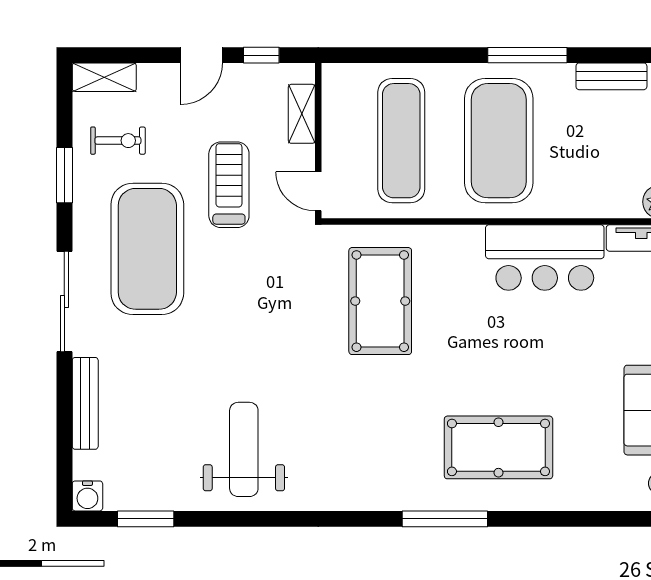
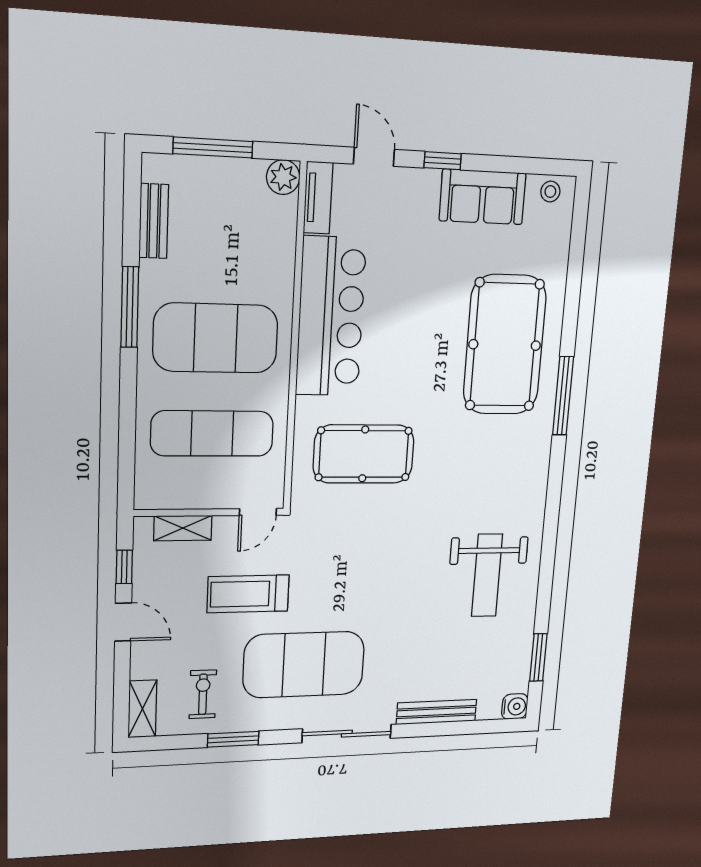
bar counter: (545, 258) -> (331, 317), width x1.36
pool table: (498, 447) -> (505, 345), width x1.36, depth x1.32
weight bench: (244, 449) -> (487, 575), turned -90

